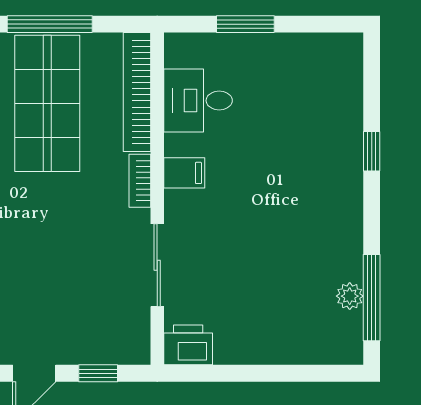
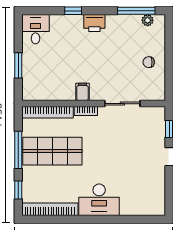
desk: (198, 101) -> (35, 29), moved, turned 180
plant: (350, 296) -> (148, 20), moved
chair: (253, 326) -> (149, 62), added
printer: (188, 345) -> (94, 23), moved, turned -90

